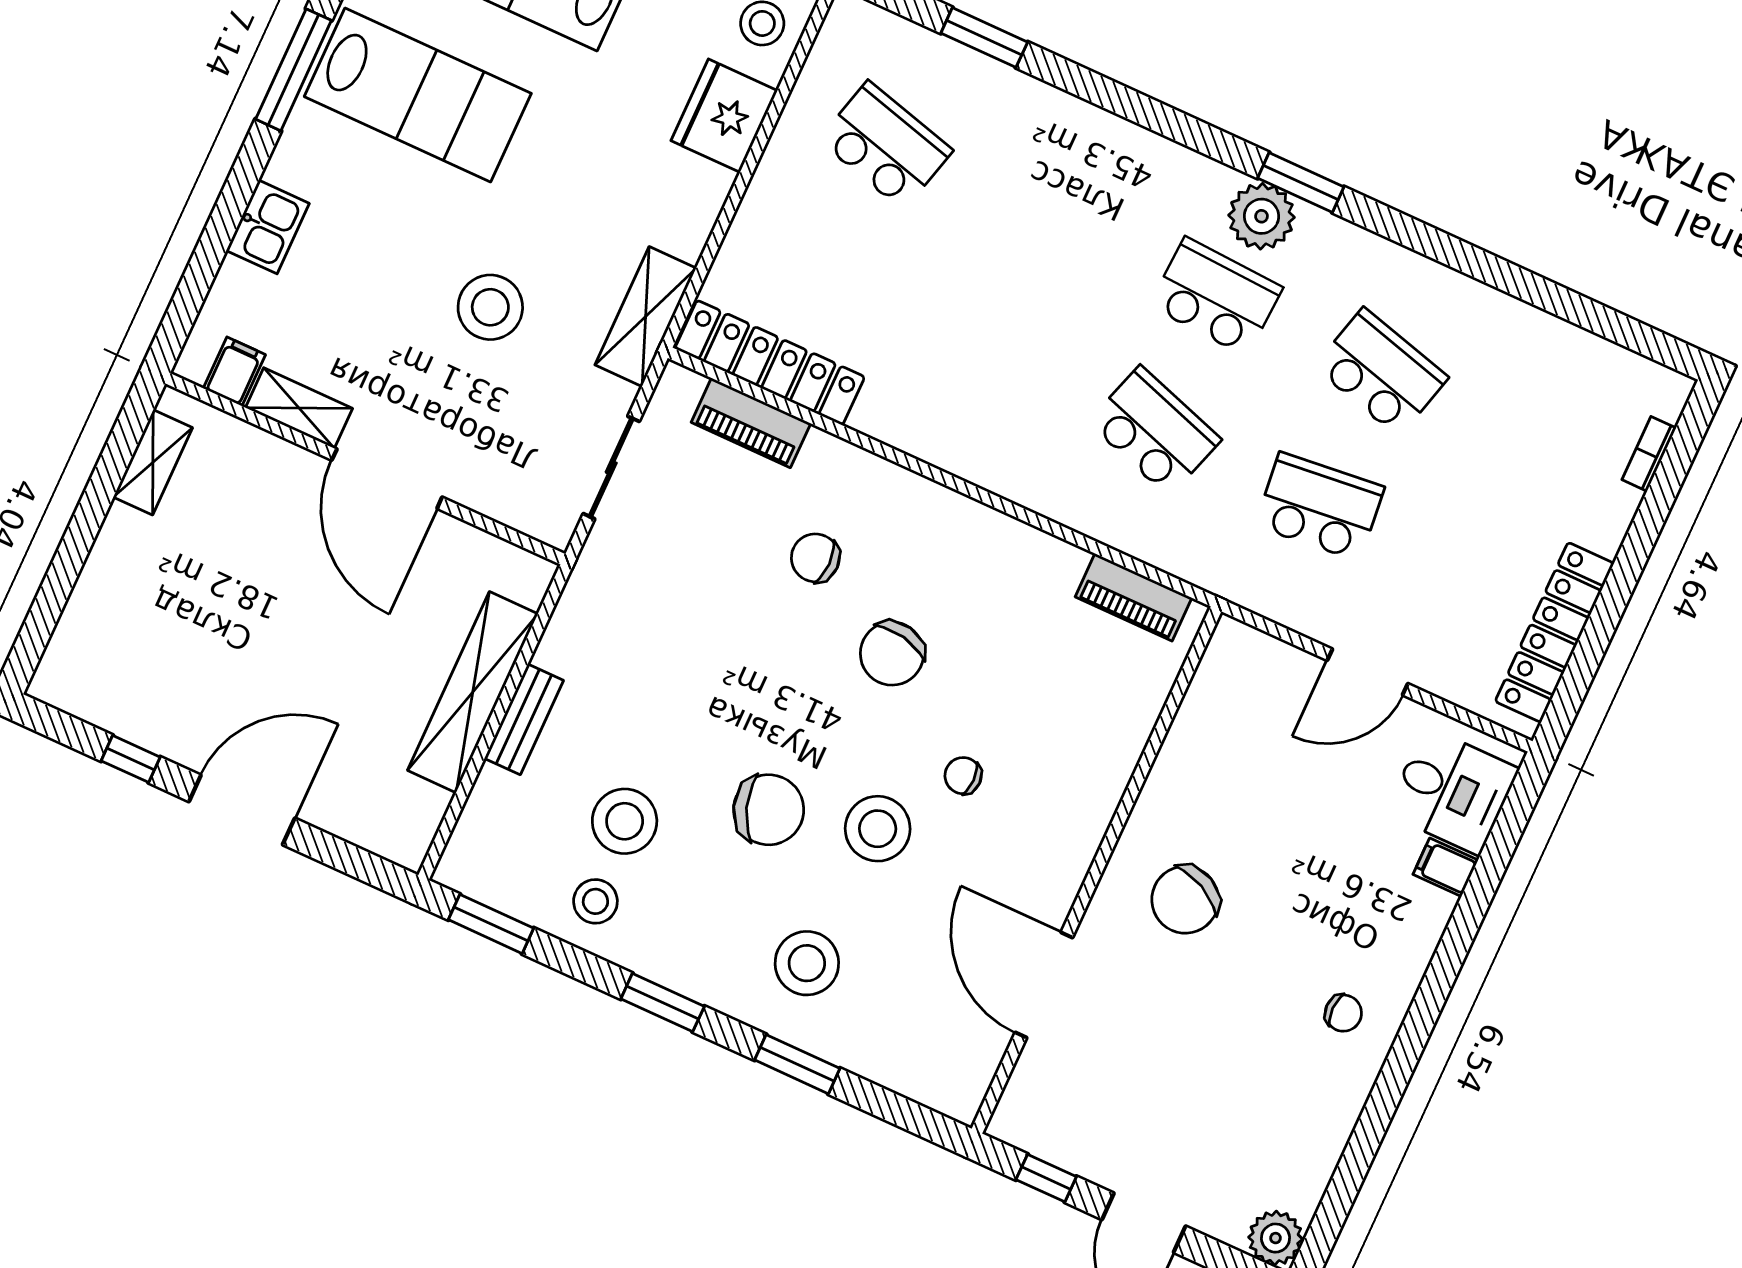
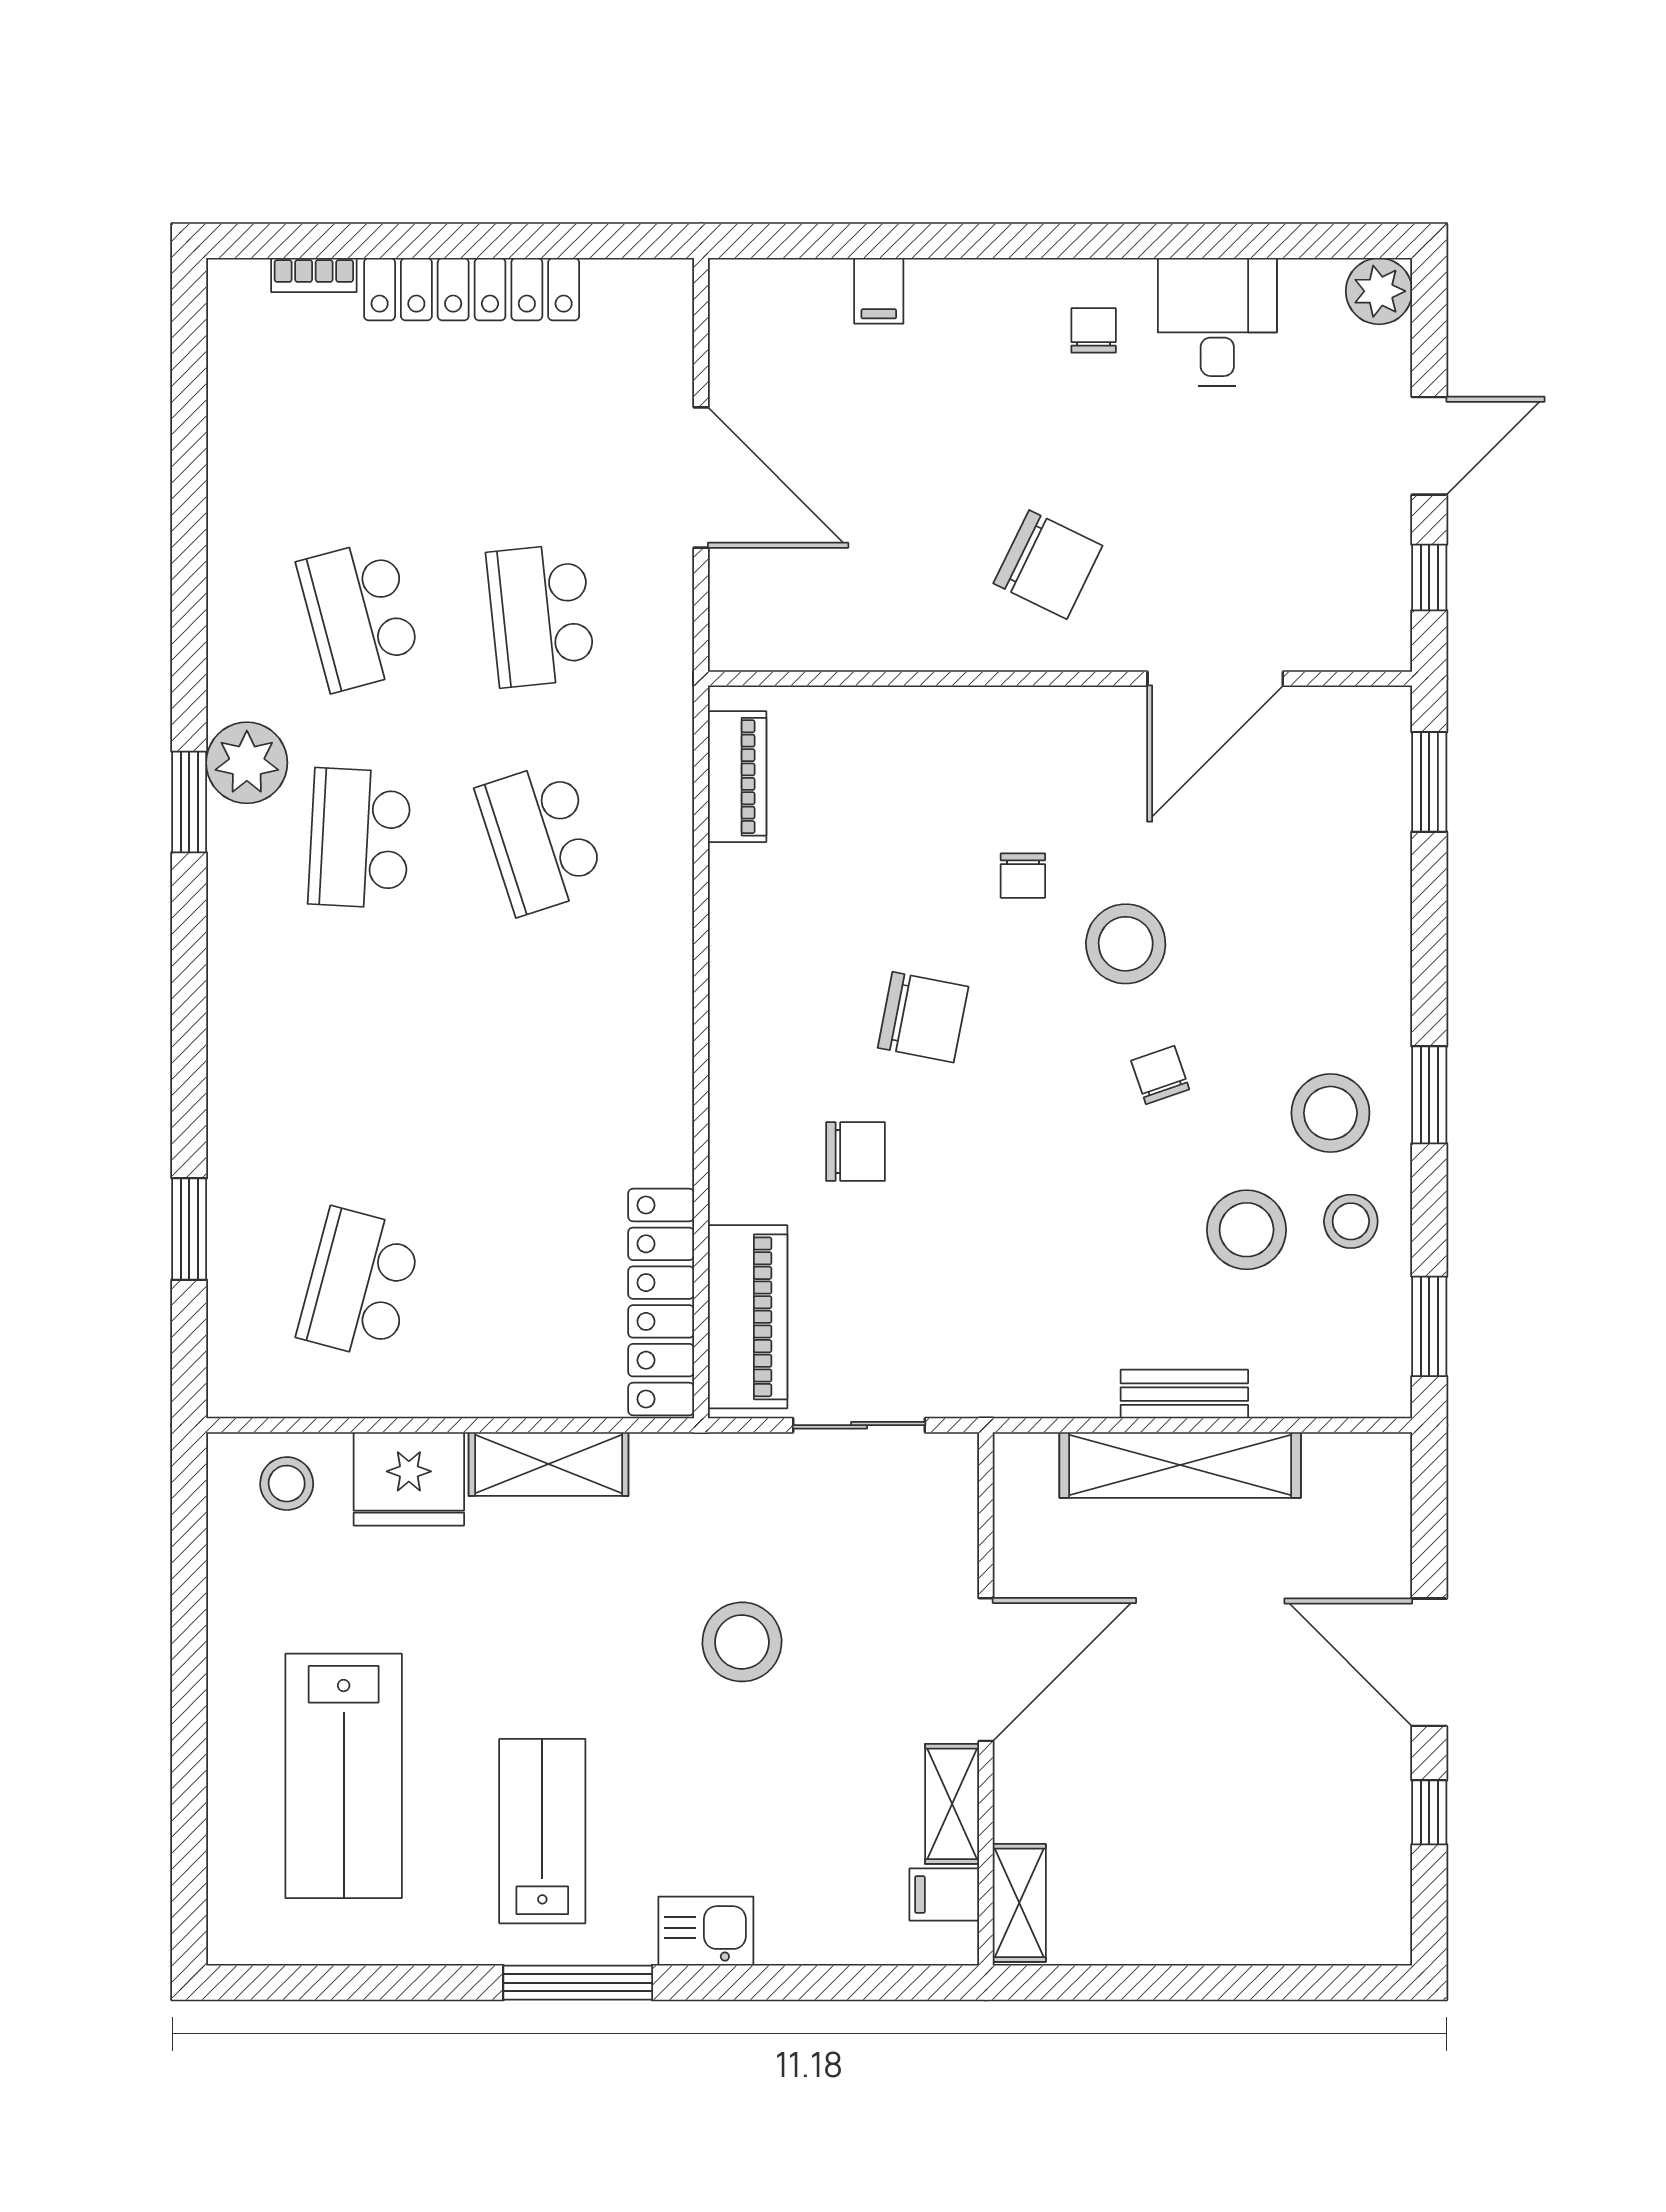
lab bench: (418, 95) -> (542, 1831), width x0.73, depth x0.72
plant: (1262, 216) -> (247, 763), moved
kitchen sink: (268, 227) -> (706, 1931), moved
shelving: (646, 317) -> (549, 1464), moved
school desk: (1381, 372) -> (360, 615), turned -30
piano: (751, 423) -> (748, 1317), width x1.37, depth x1.33
school desk: (1154, 431) -> (541, 838), turned -36
shelving: (153, 462) -> (1019, 1903), moved, turned 90
chair: (815, 558) -> (855, 1152), turned -90
locker: (1555, 632) -> (472, 289), moved
door: (1368, 672) -> (701, 477), width x1.36
desk: (1452, 791) -> (1217, 322), moved
chair: (769, 810) -> (1160, 1075), width x0.54, depth x0.54
stool: (807, 963) -> (1330, 1113), moved
window: (797, 1064) -> (1429, 782), moved

